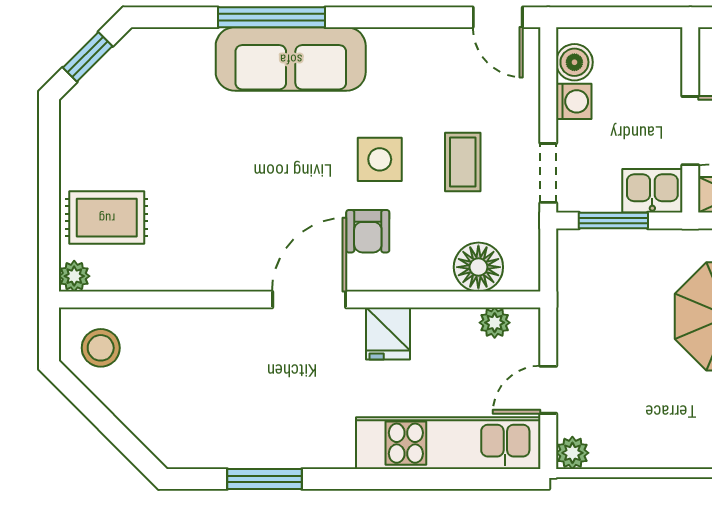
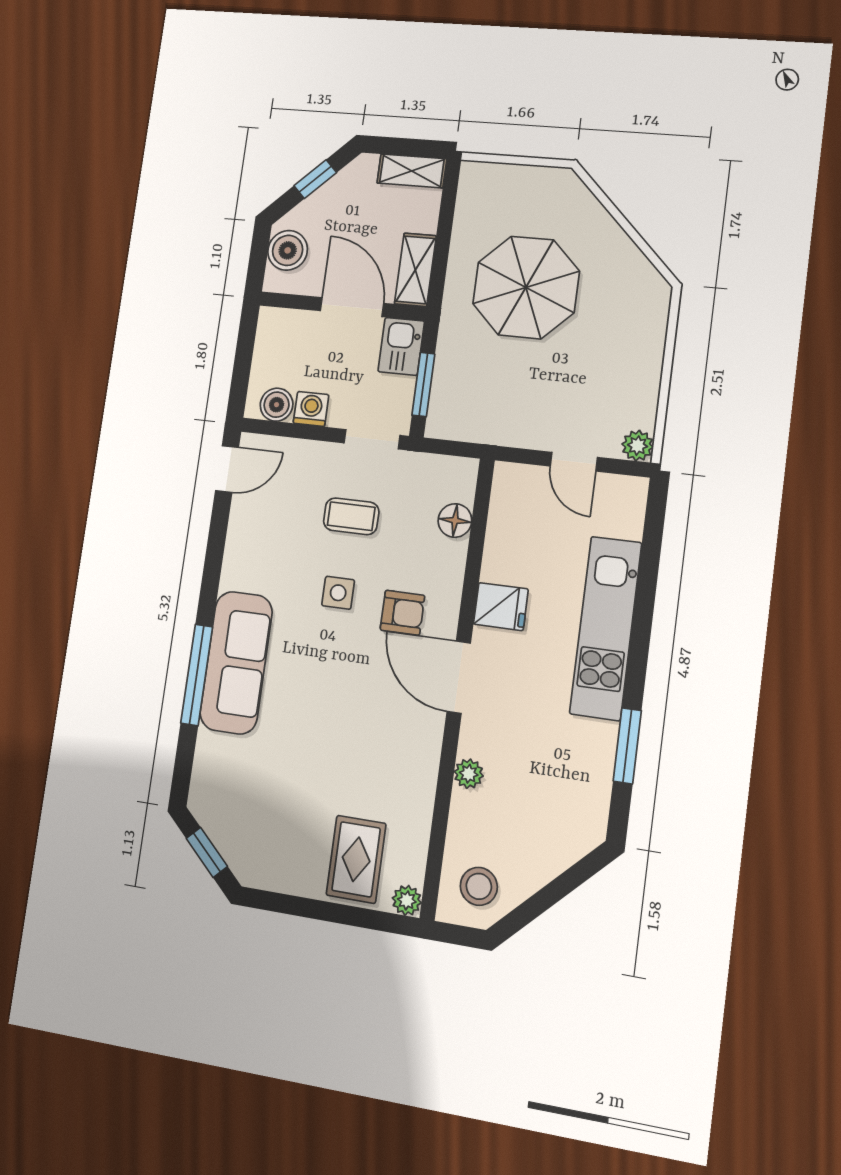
side table: (380, 159) -> (338, 593), width x0.73, depth x0.73
floor lamp: (478, 267) -> (455, 521), width x0.73, depth x0.73
plant: (495, 323) -> (469, 774), moved
kitchen unit: (448, 443) -> (606, 628), moved

